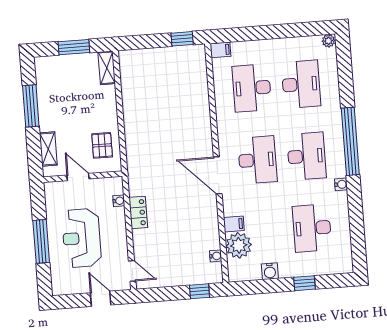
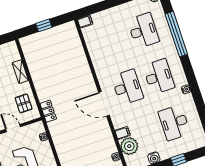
window: (182, 39) -> (44, 25), moved
shelving: (107, 68) -> (20, 72), moved
desk: (252, 88) -> (112, 41), removed
window: (350, 141) -> (176, 34), moved
locker: (138, 212) -> (48, 111), moved

